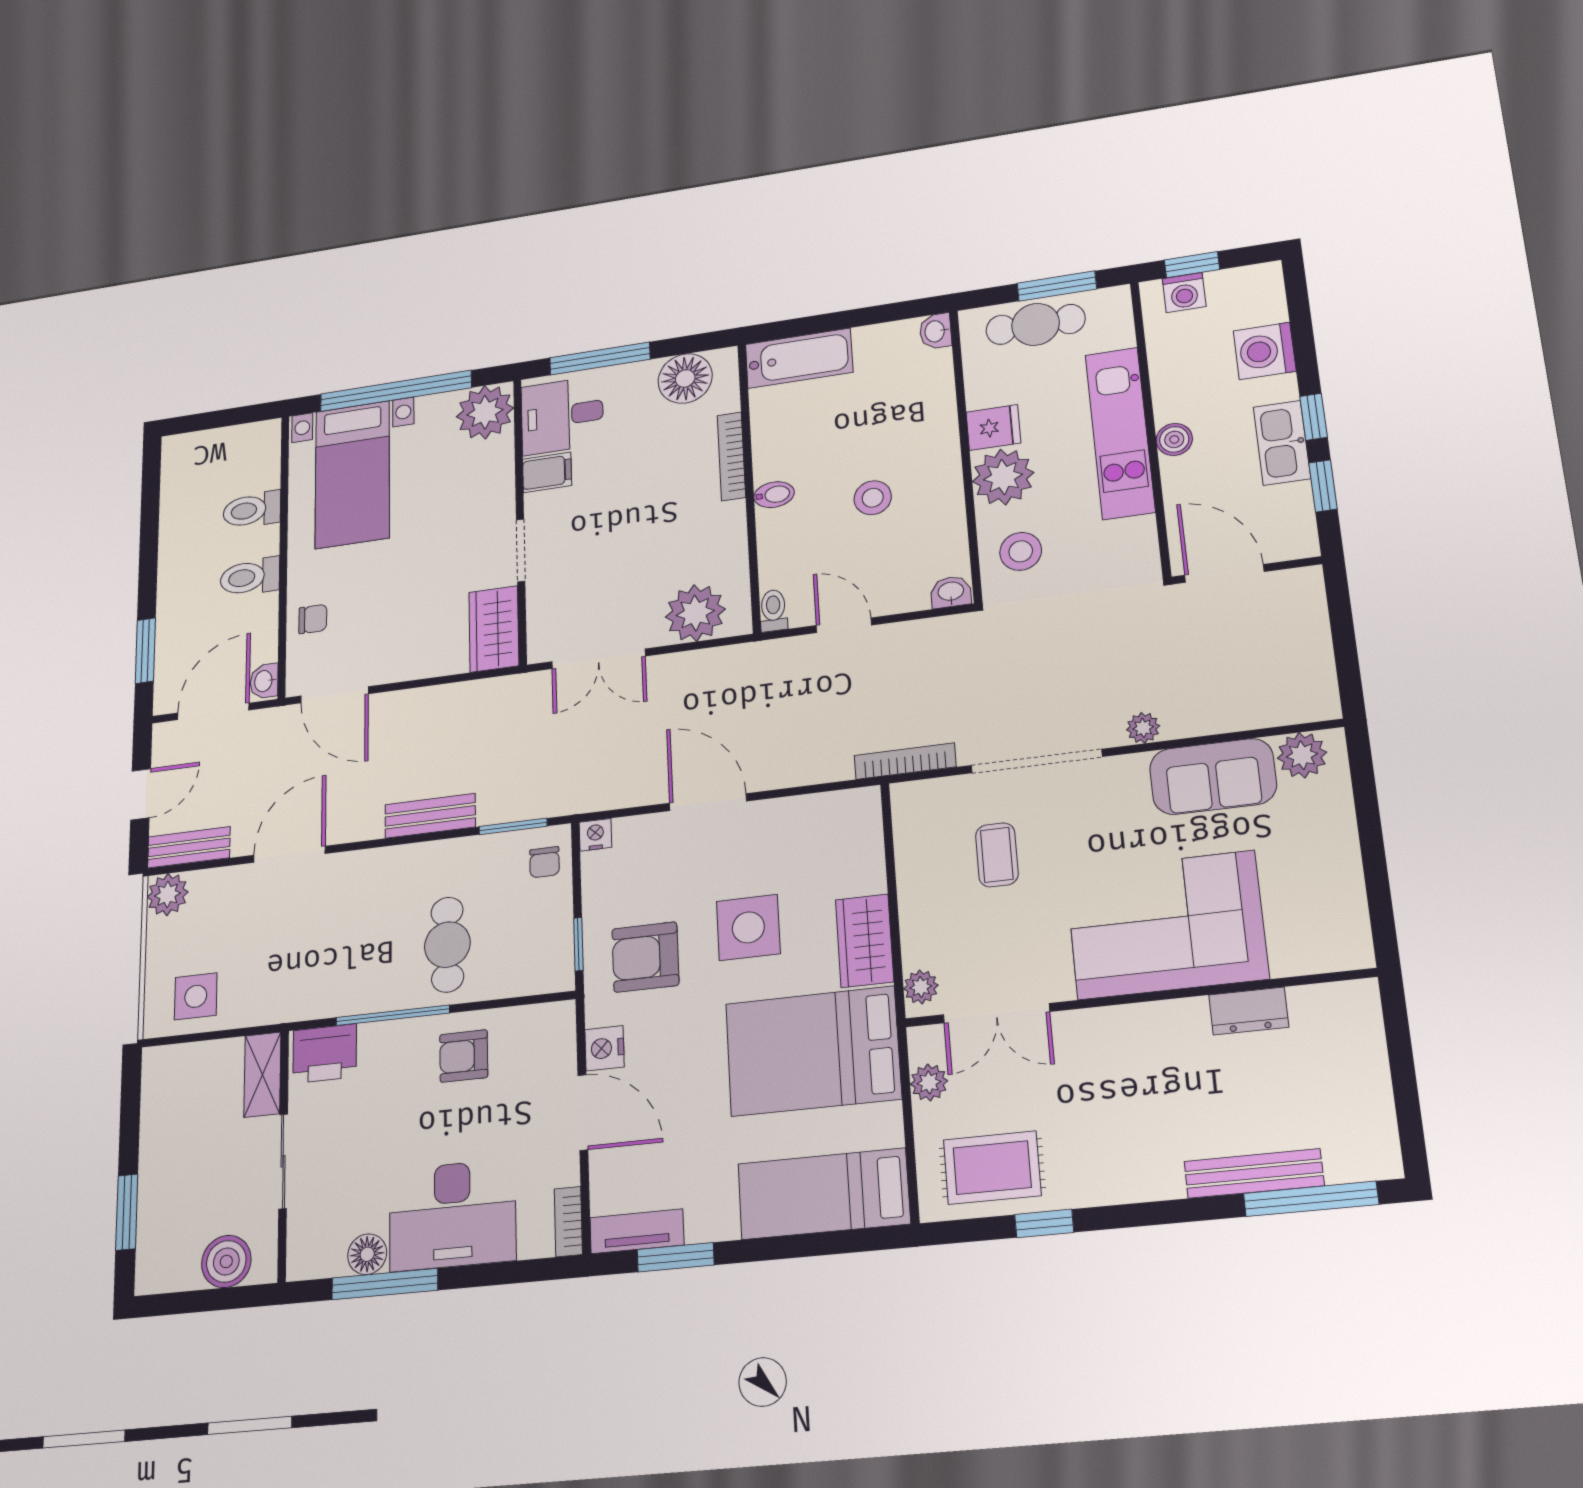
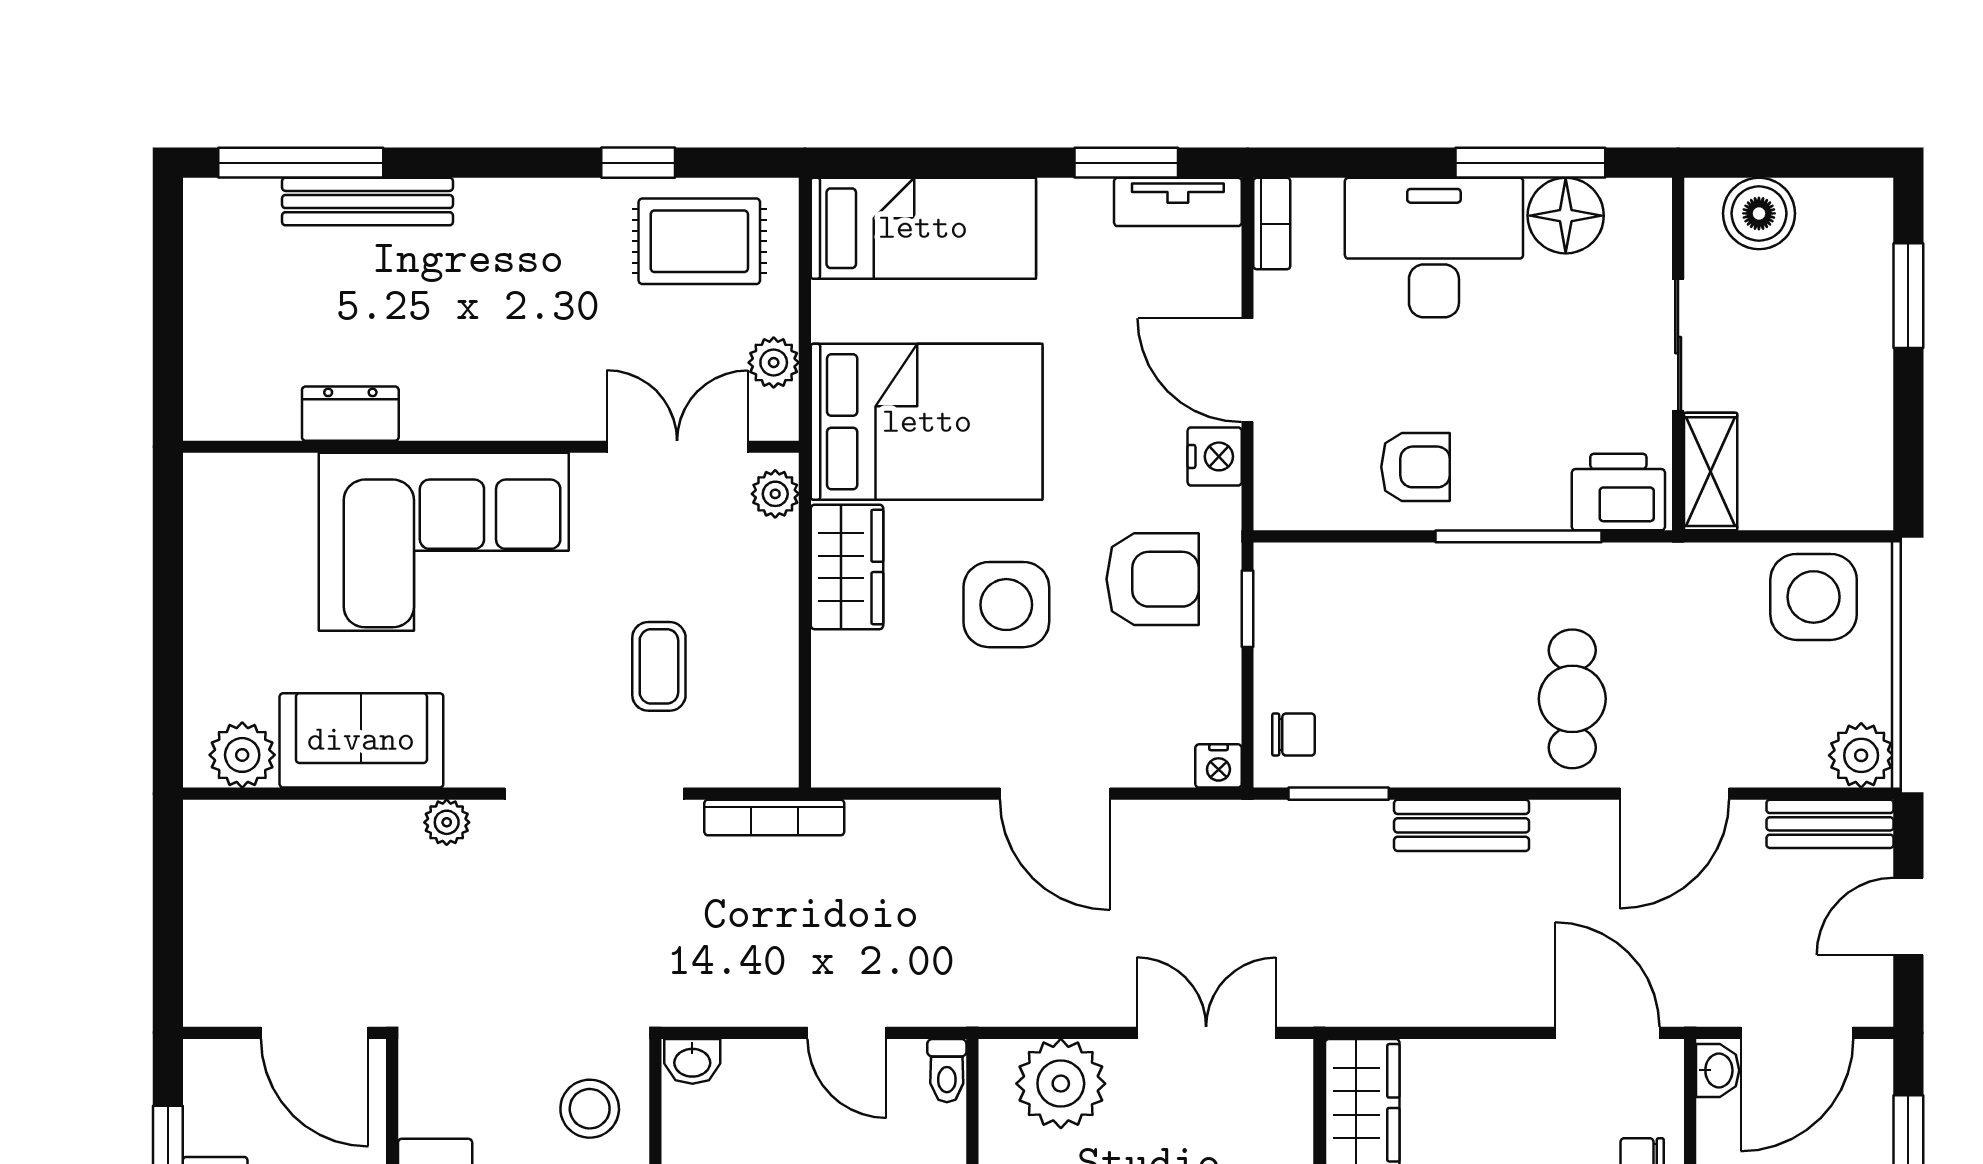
chair: (545, 862) -> (1293, 735), turned 90
cafe table: (447, 945) -> (1572, 699), moved
side table: (196, 996) -> (1814, 597), width x1.37, depth x1.37
floor lamp: (367, 1254) -> (1566, 216), width x1.38, depth x1.38

